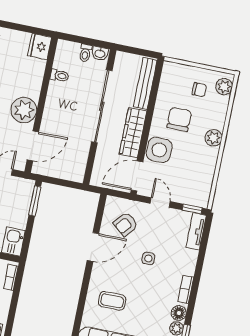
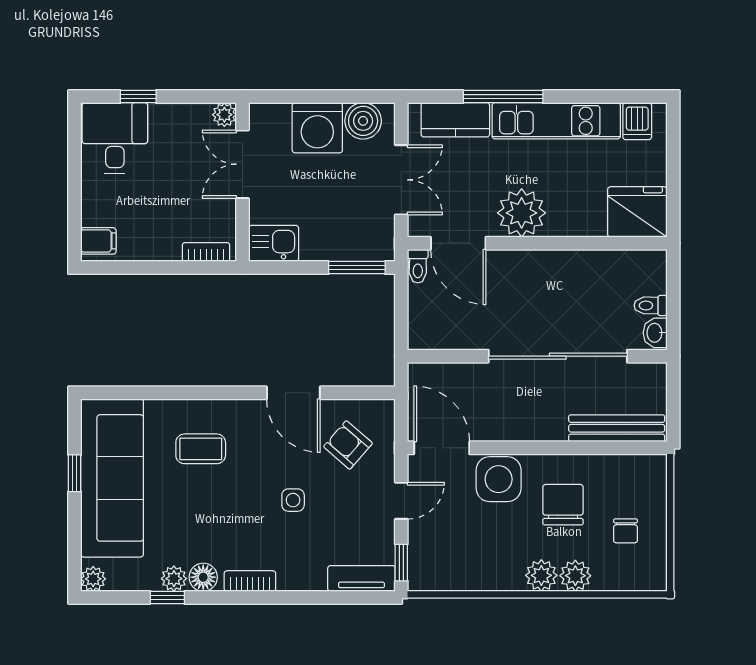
fridge: (40, 47) -> (637, 212), width x1.36, depth x1.34
toilet: (60, 76) -> (418, 266), moved
plant: (224, 87) -> (575, 576), moved
chair: (179, 119) -> (563, 505), turned -90
wardrobe: (133, 133) -> (521, 424), removed
coffee table: (112, 301) -> (201, 449), turned 90

